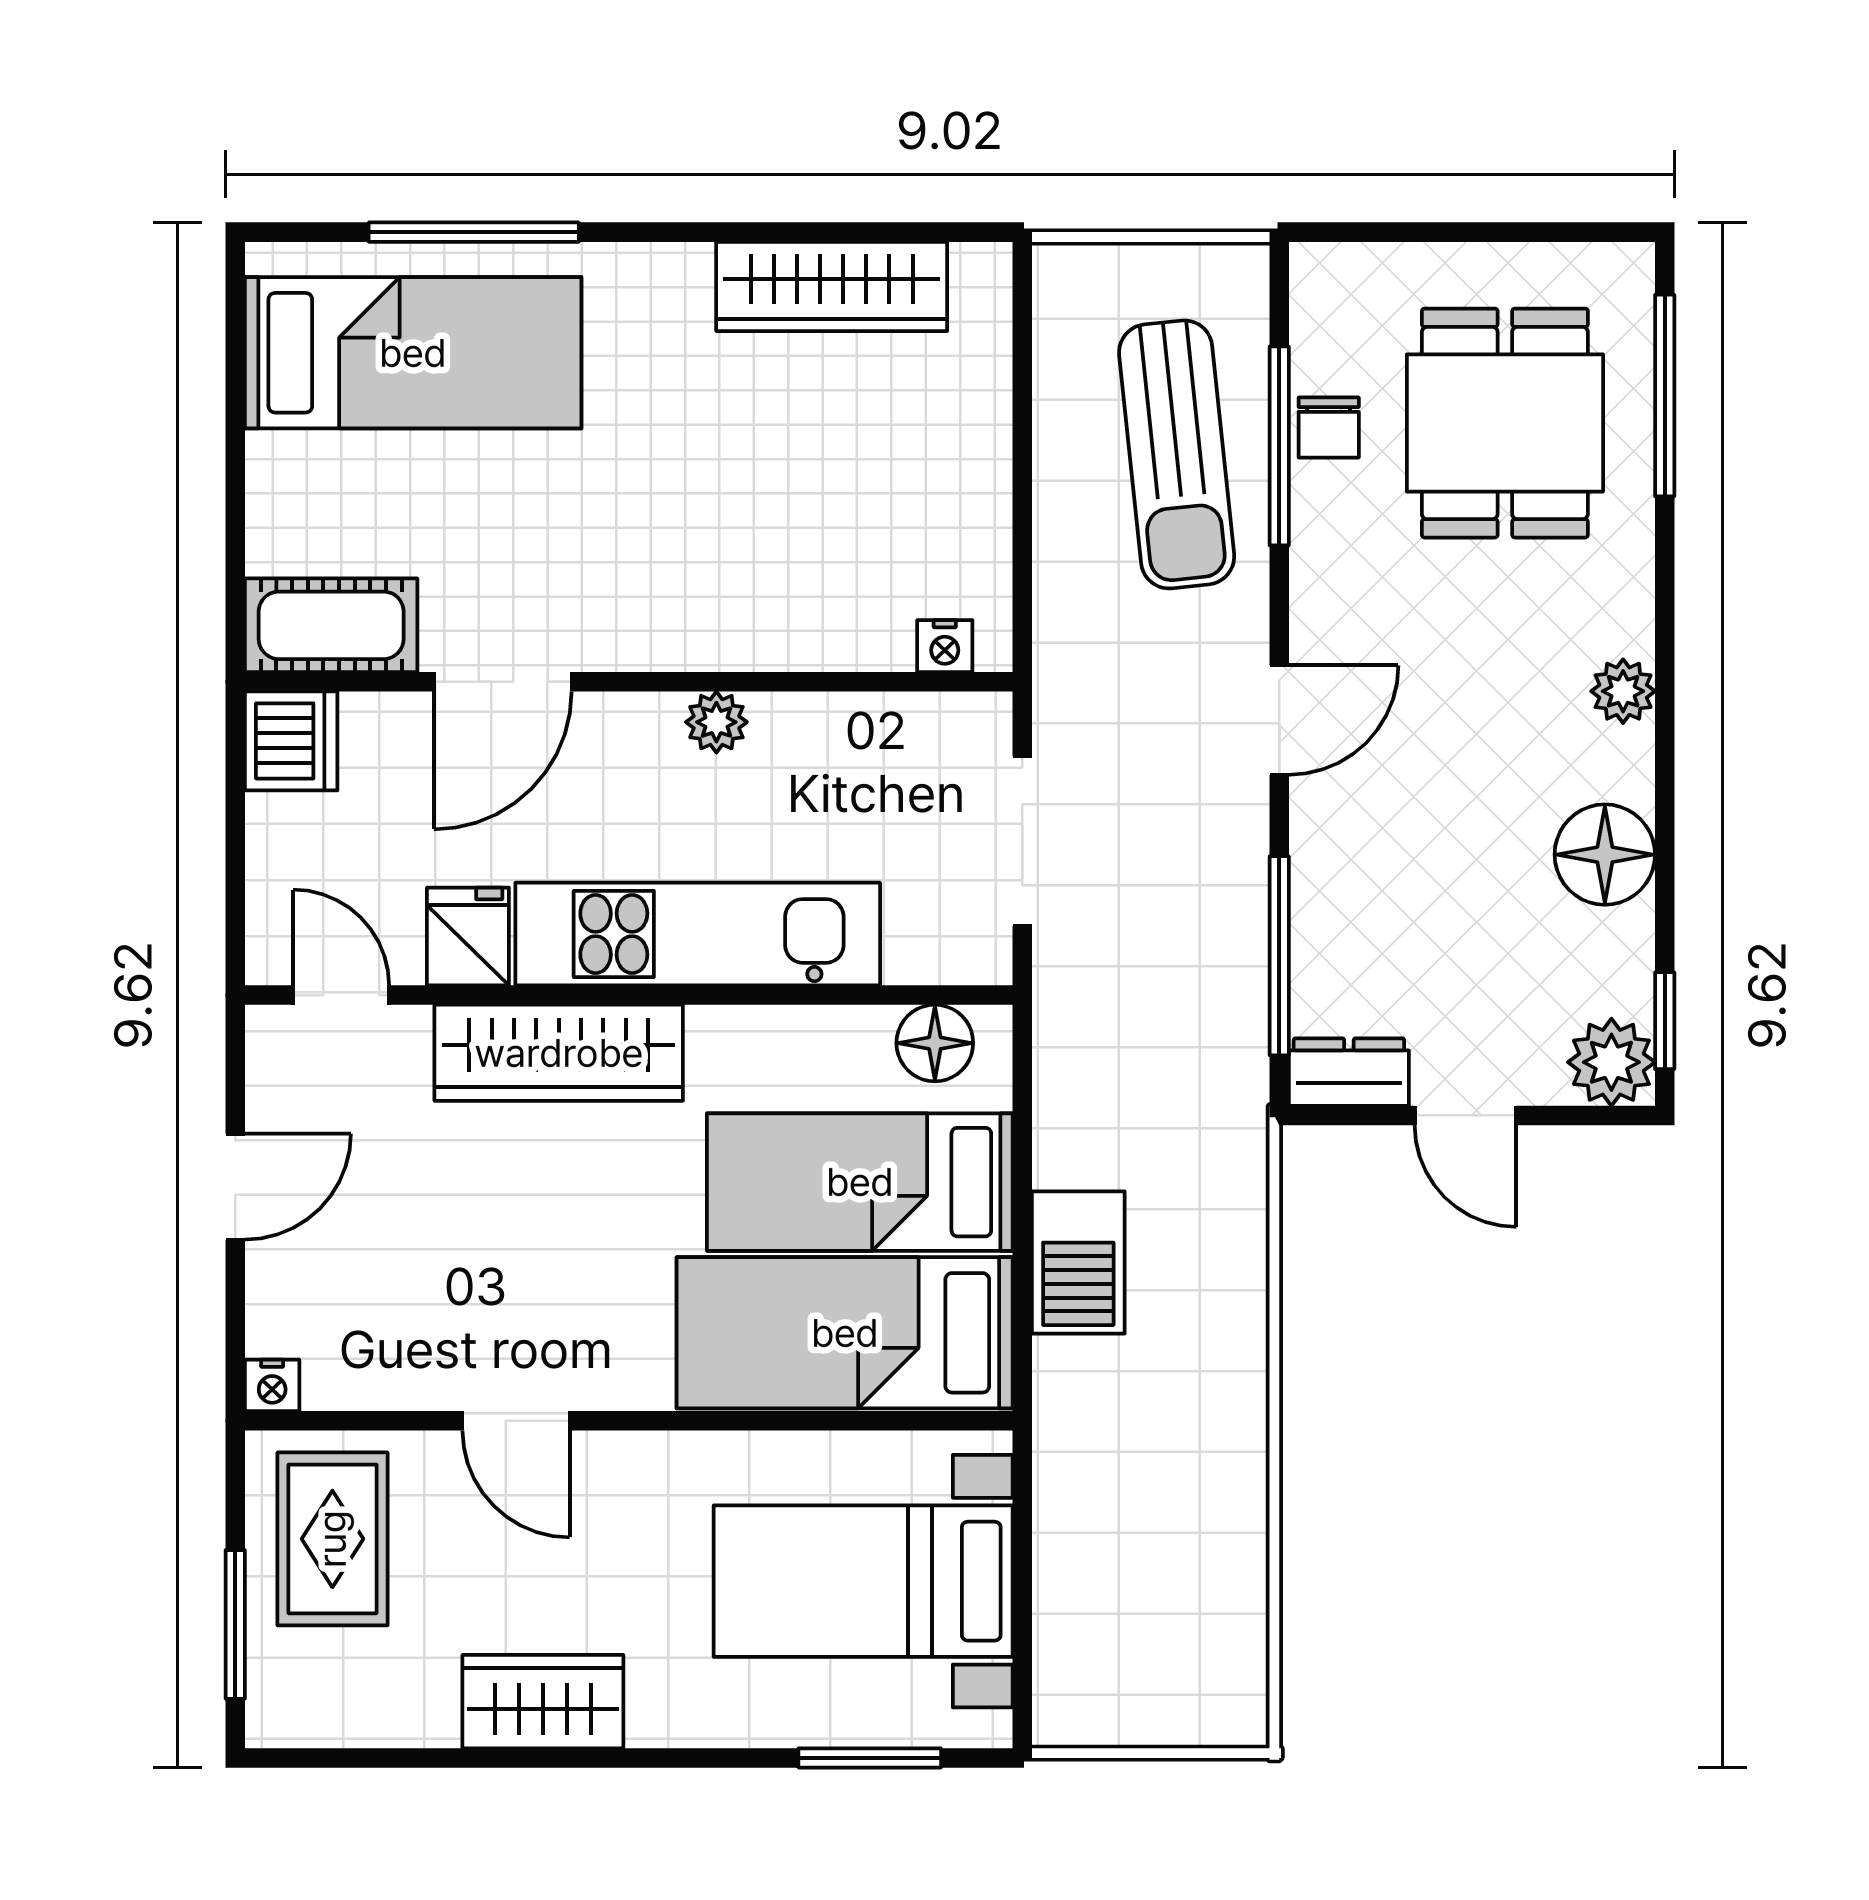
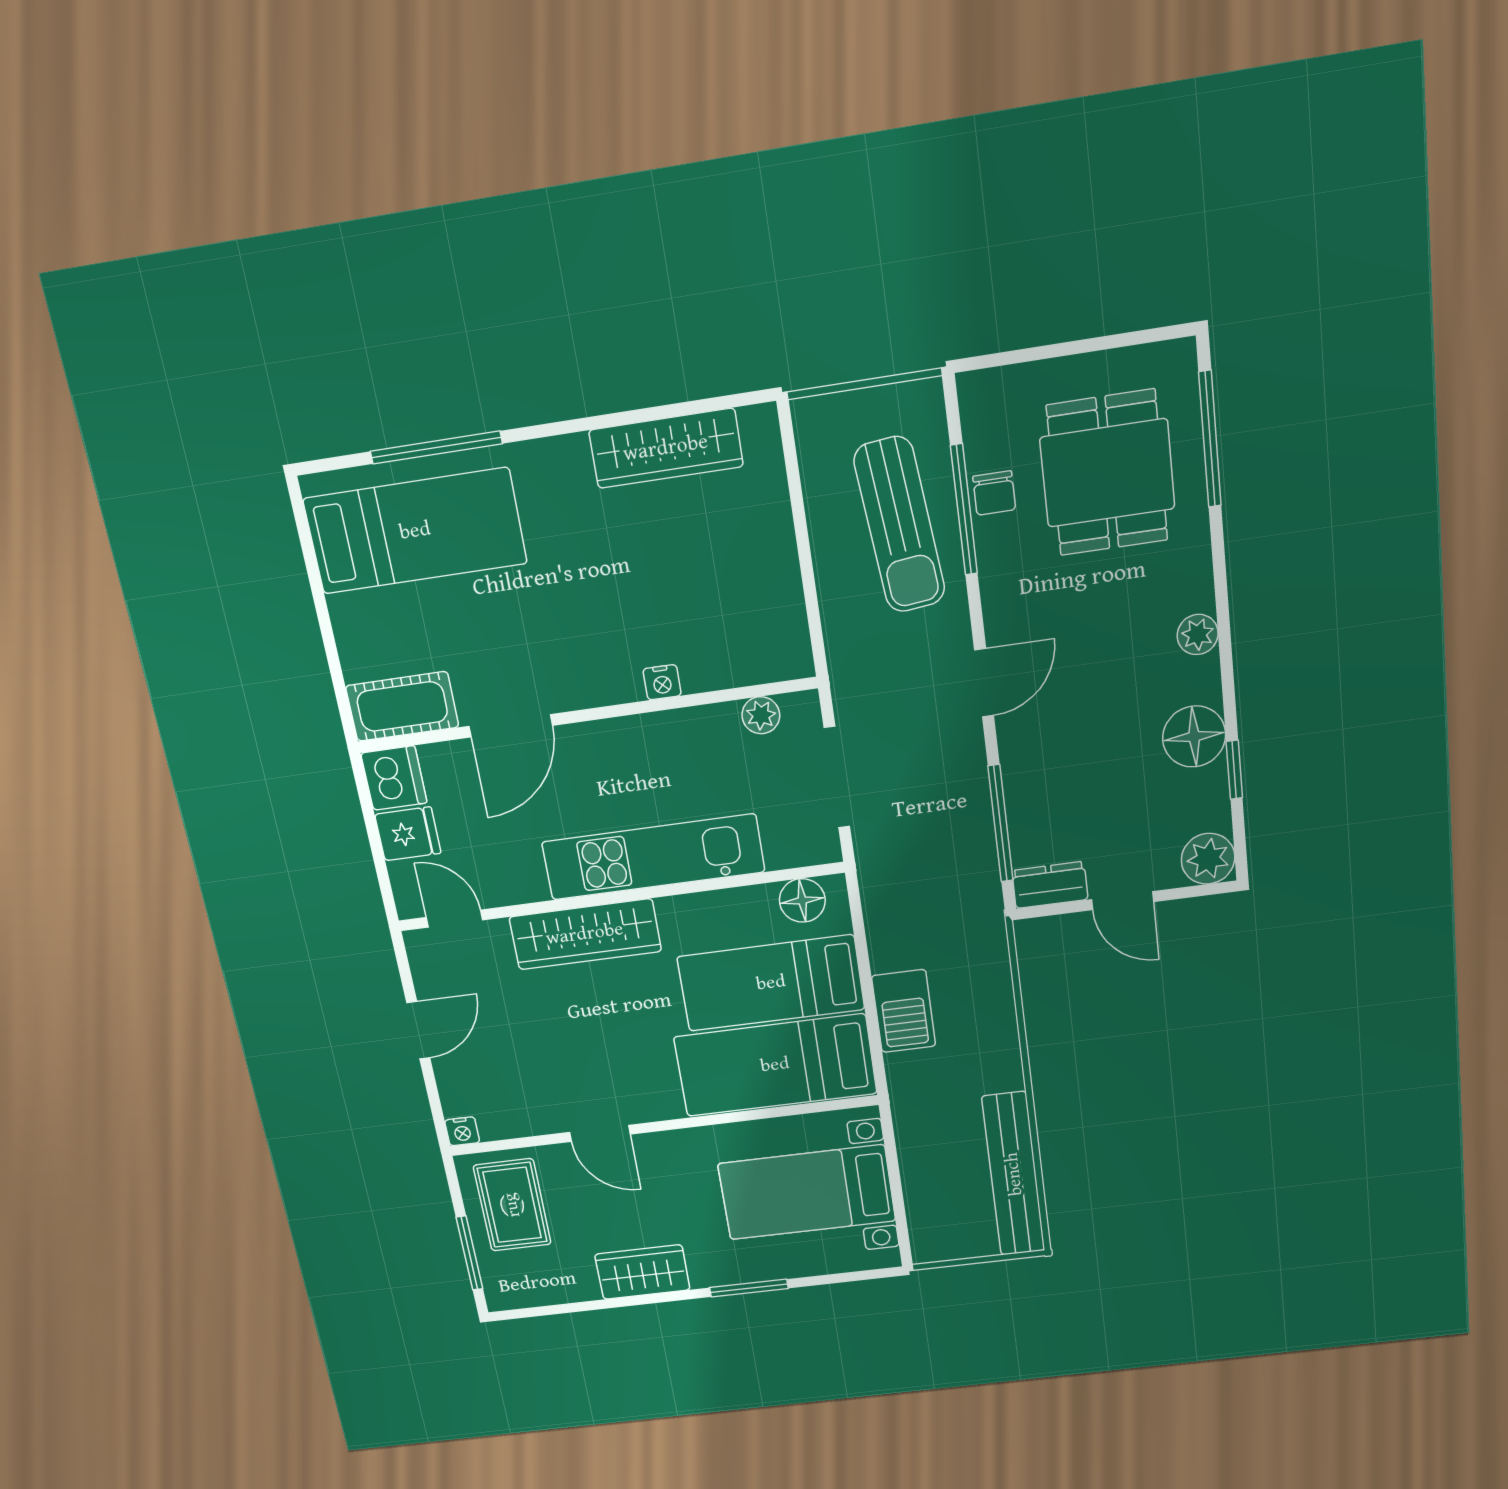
nightstand: (945, 646) -> (662, 682), moved
plant: (716, 722) -> (761, 715), moved
fridge: (468, 936) -> (408, 834), moved, turned 90
window: (1665, 1021) -> (1234, 770), moved
bench: (1231, 1592) -> (1014, 1174), added
window: (870, 1758) -> (749, 1288), moved

